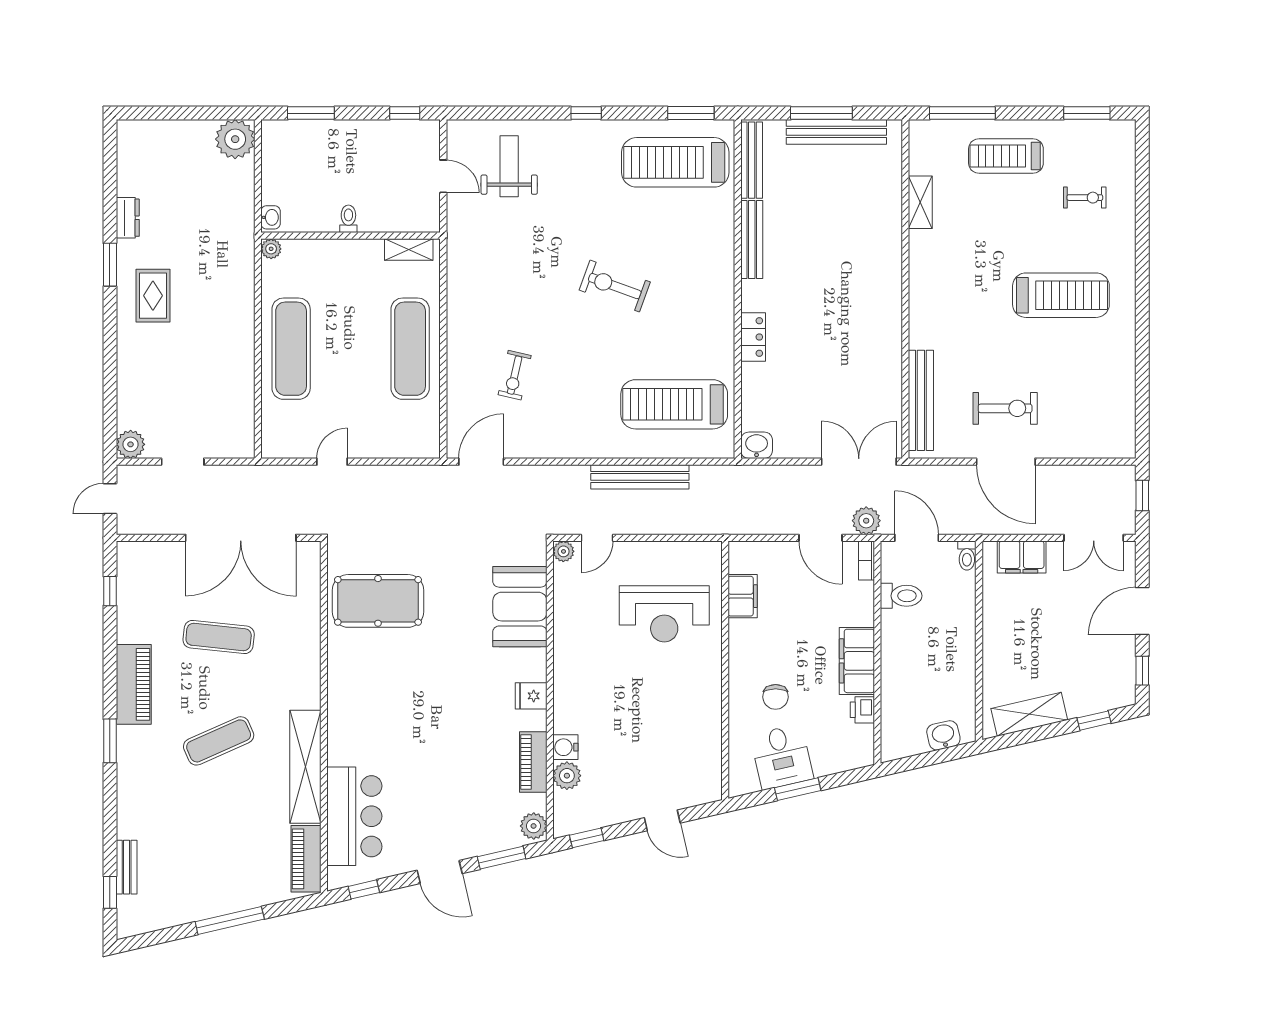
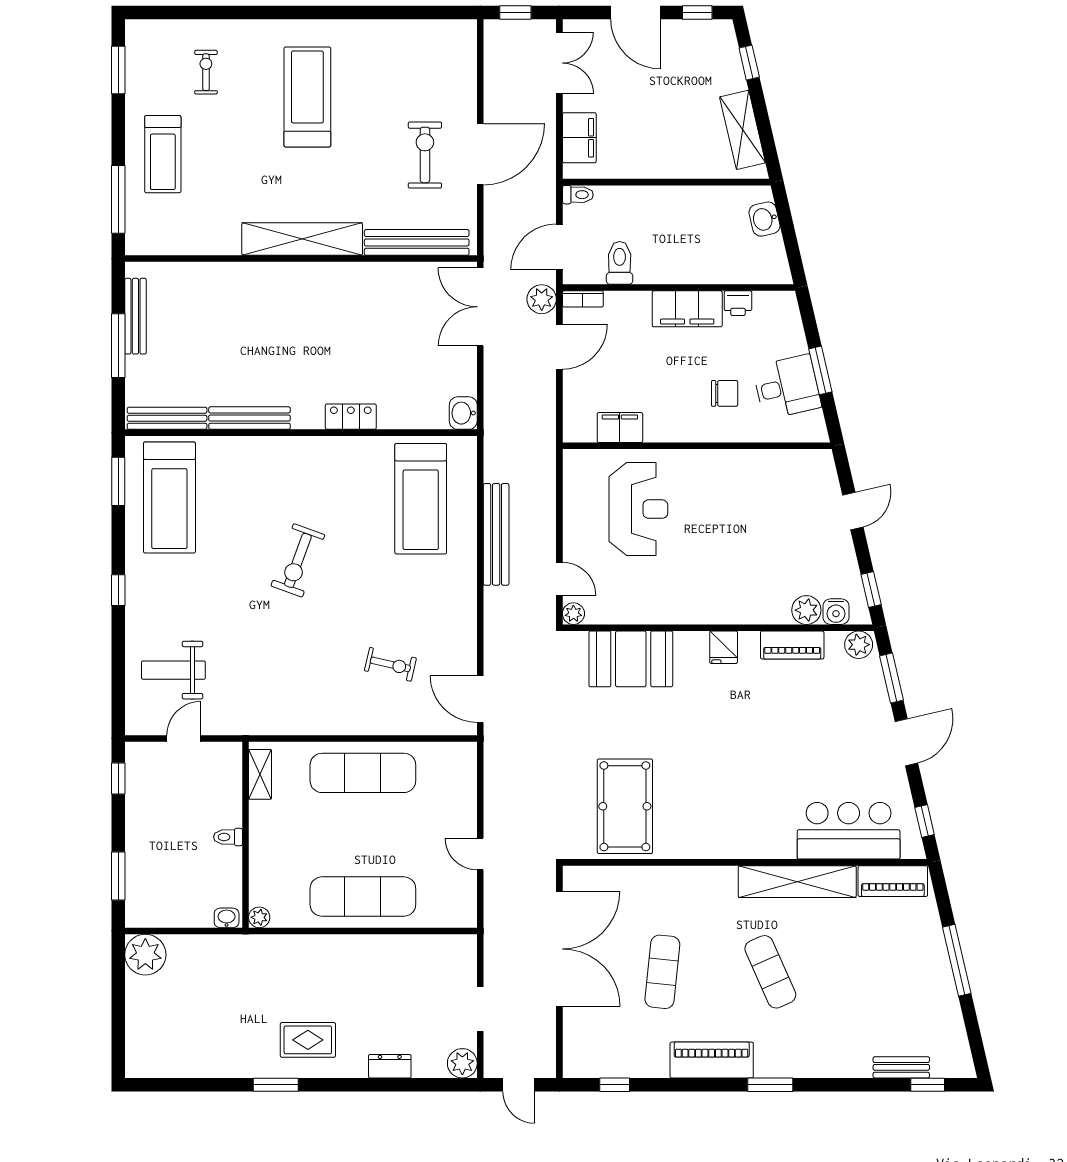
bench: (836, 132) -> (135, 316), width x0.73, depth x0.82
shelving: (920, 202) -> (302, 239), moved, width x2.20, depth x1.33
dresser: (128, 218) -> (390, 1066), moved
water cooler: (565, 747) -> (836, 612), moved

